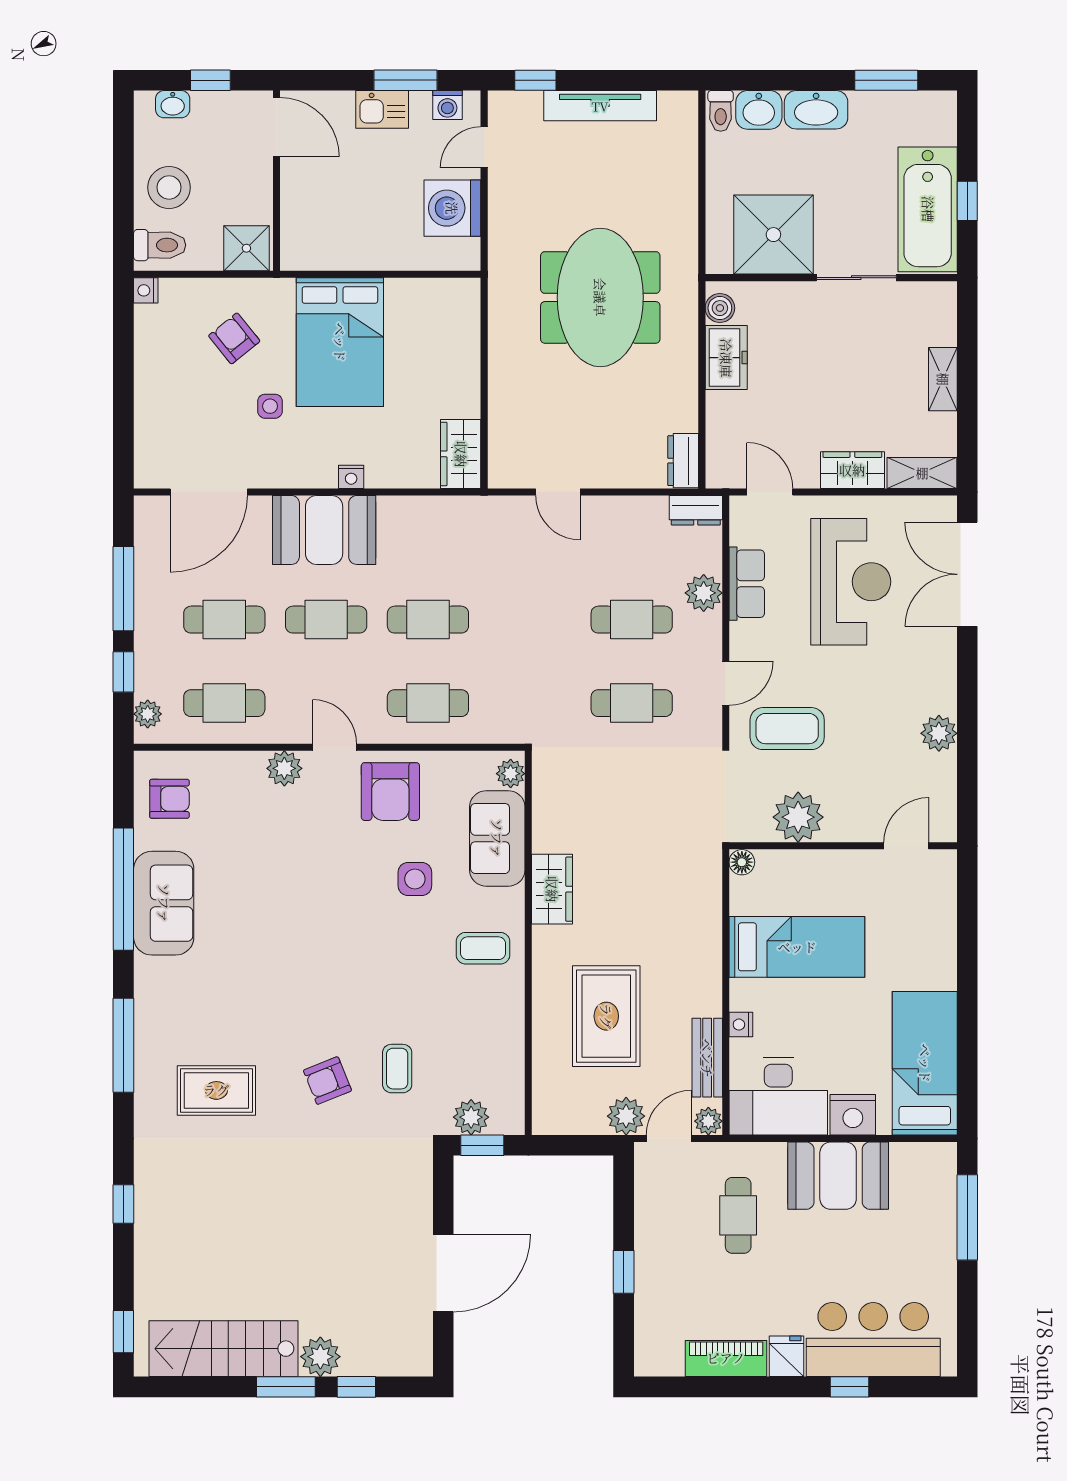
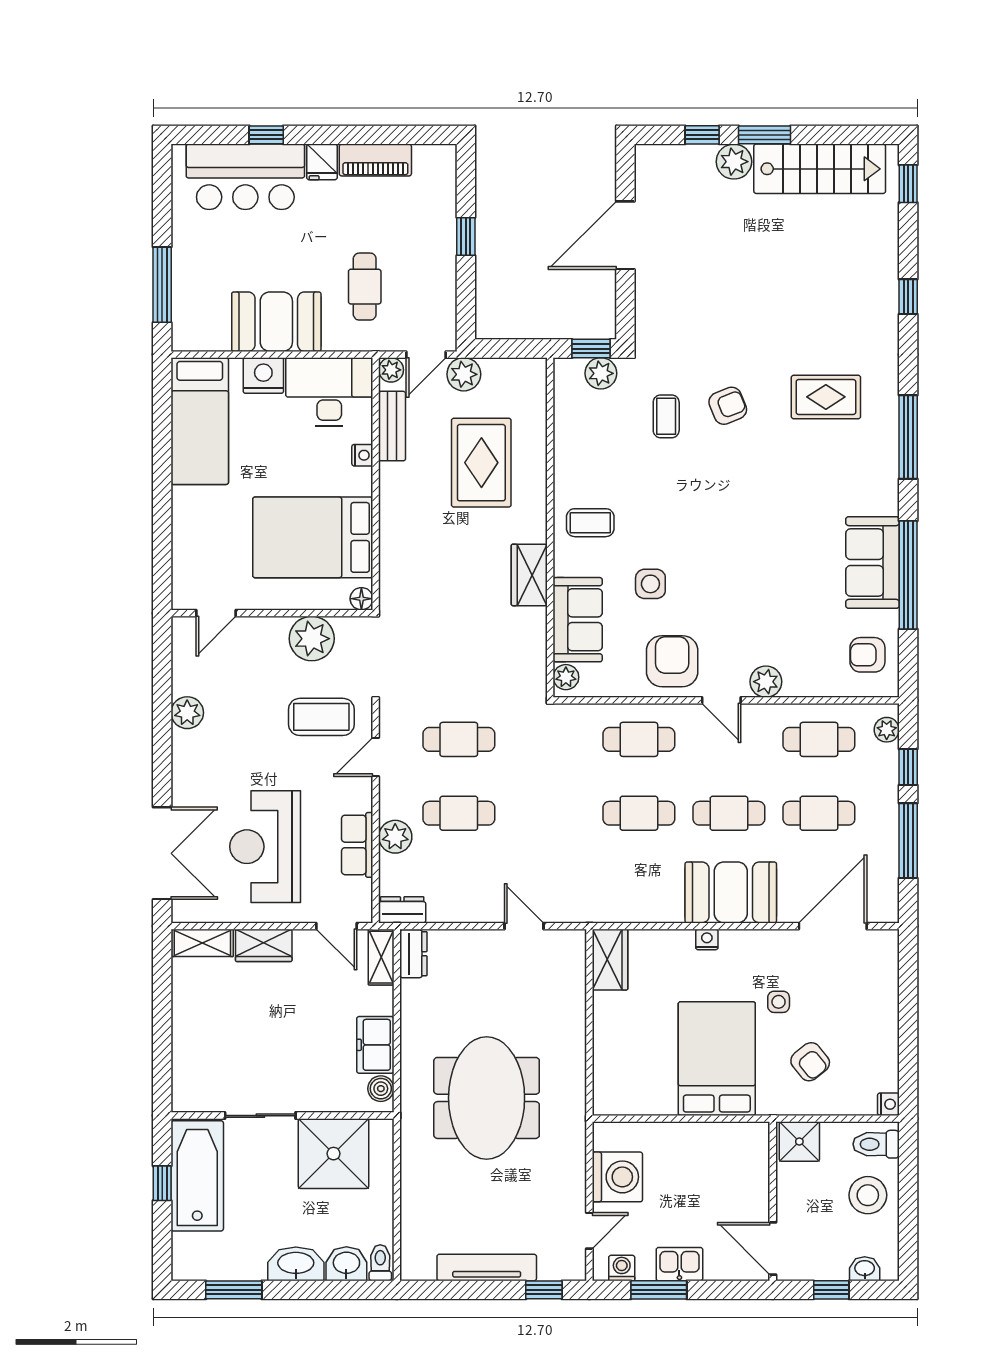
shelving: (943, 379) -> (381, 957), moved
bed: (797, 947) -> (313, 537), width x1.50

